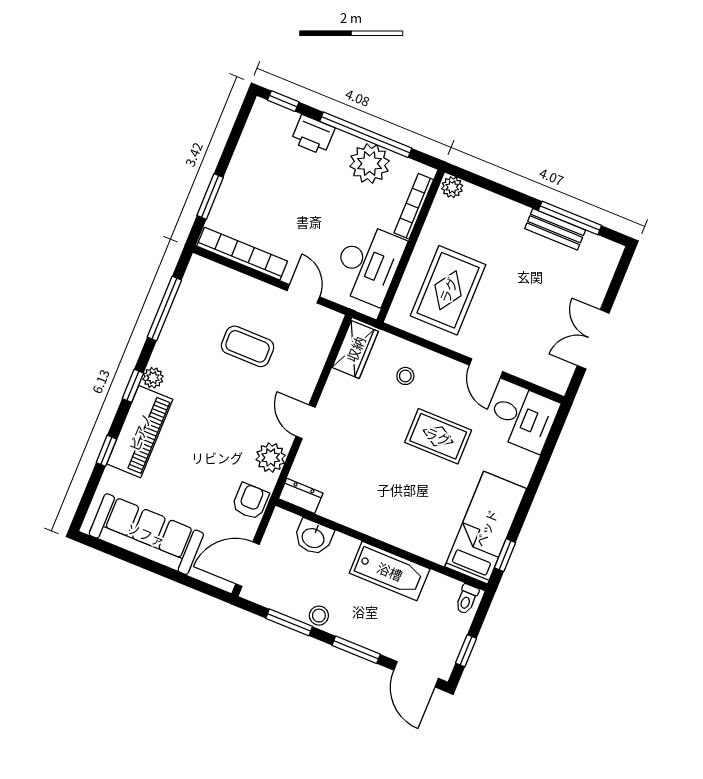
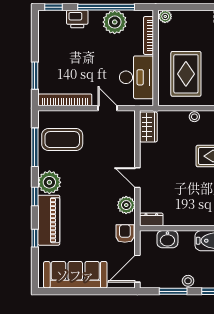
coffee table: (248, 346) -> (62, 140), moved, width x1.36, depth x1.32
stool: (405, 376) -> (194, 117), moved
plant: (153, 378) -> (49, 182), width x1.88, depth x1.88

